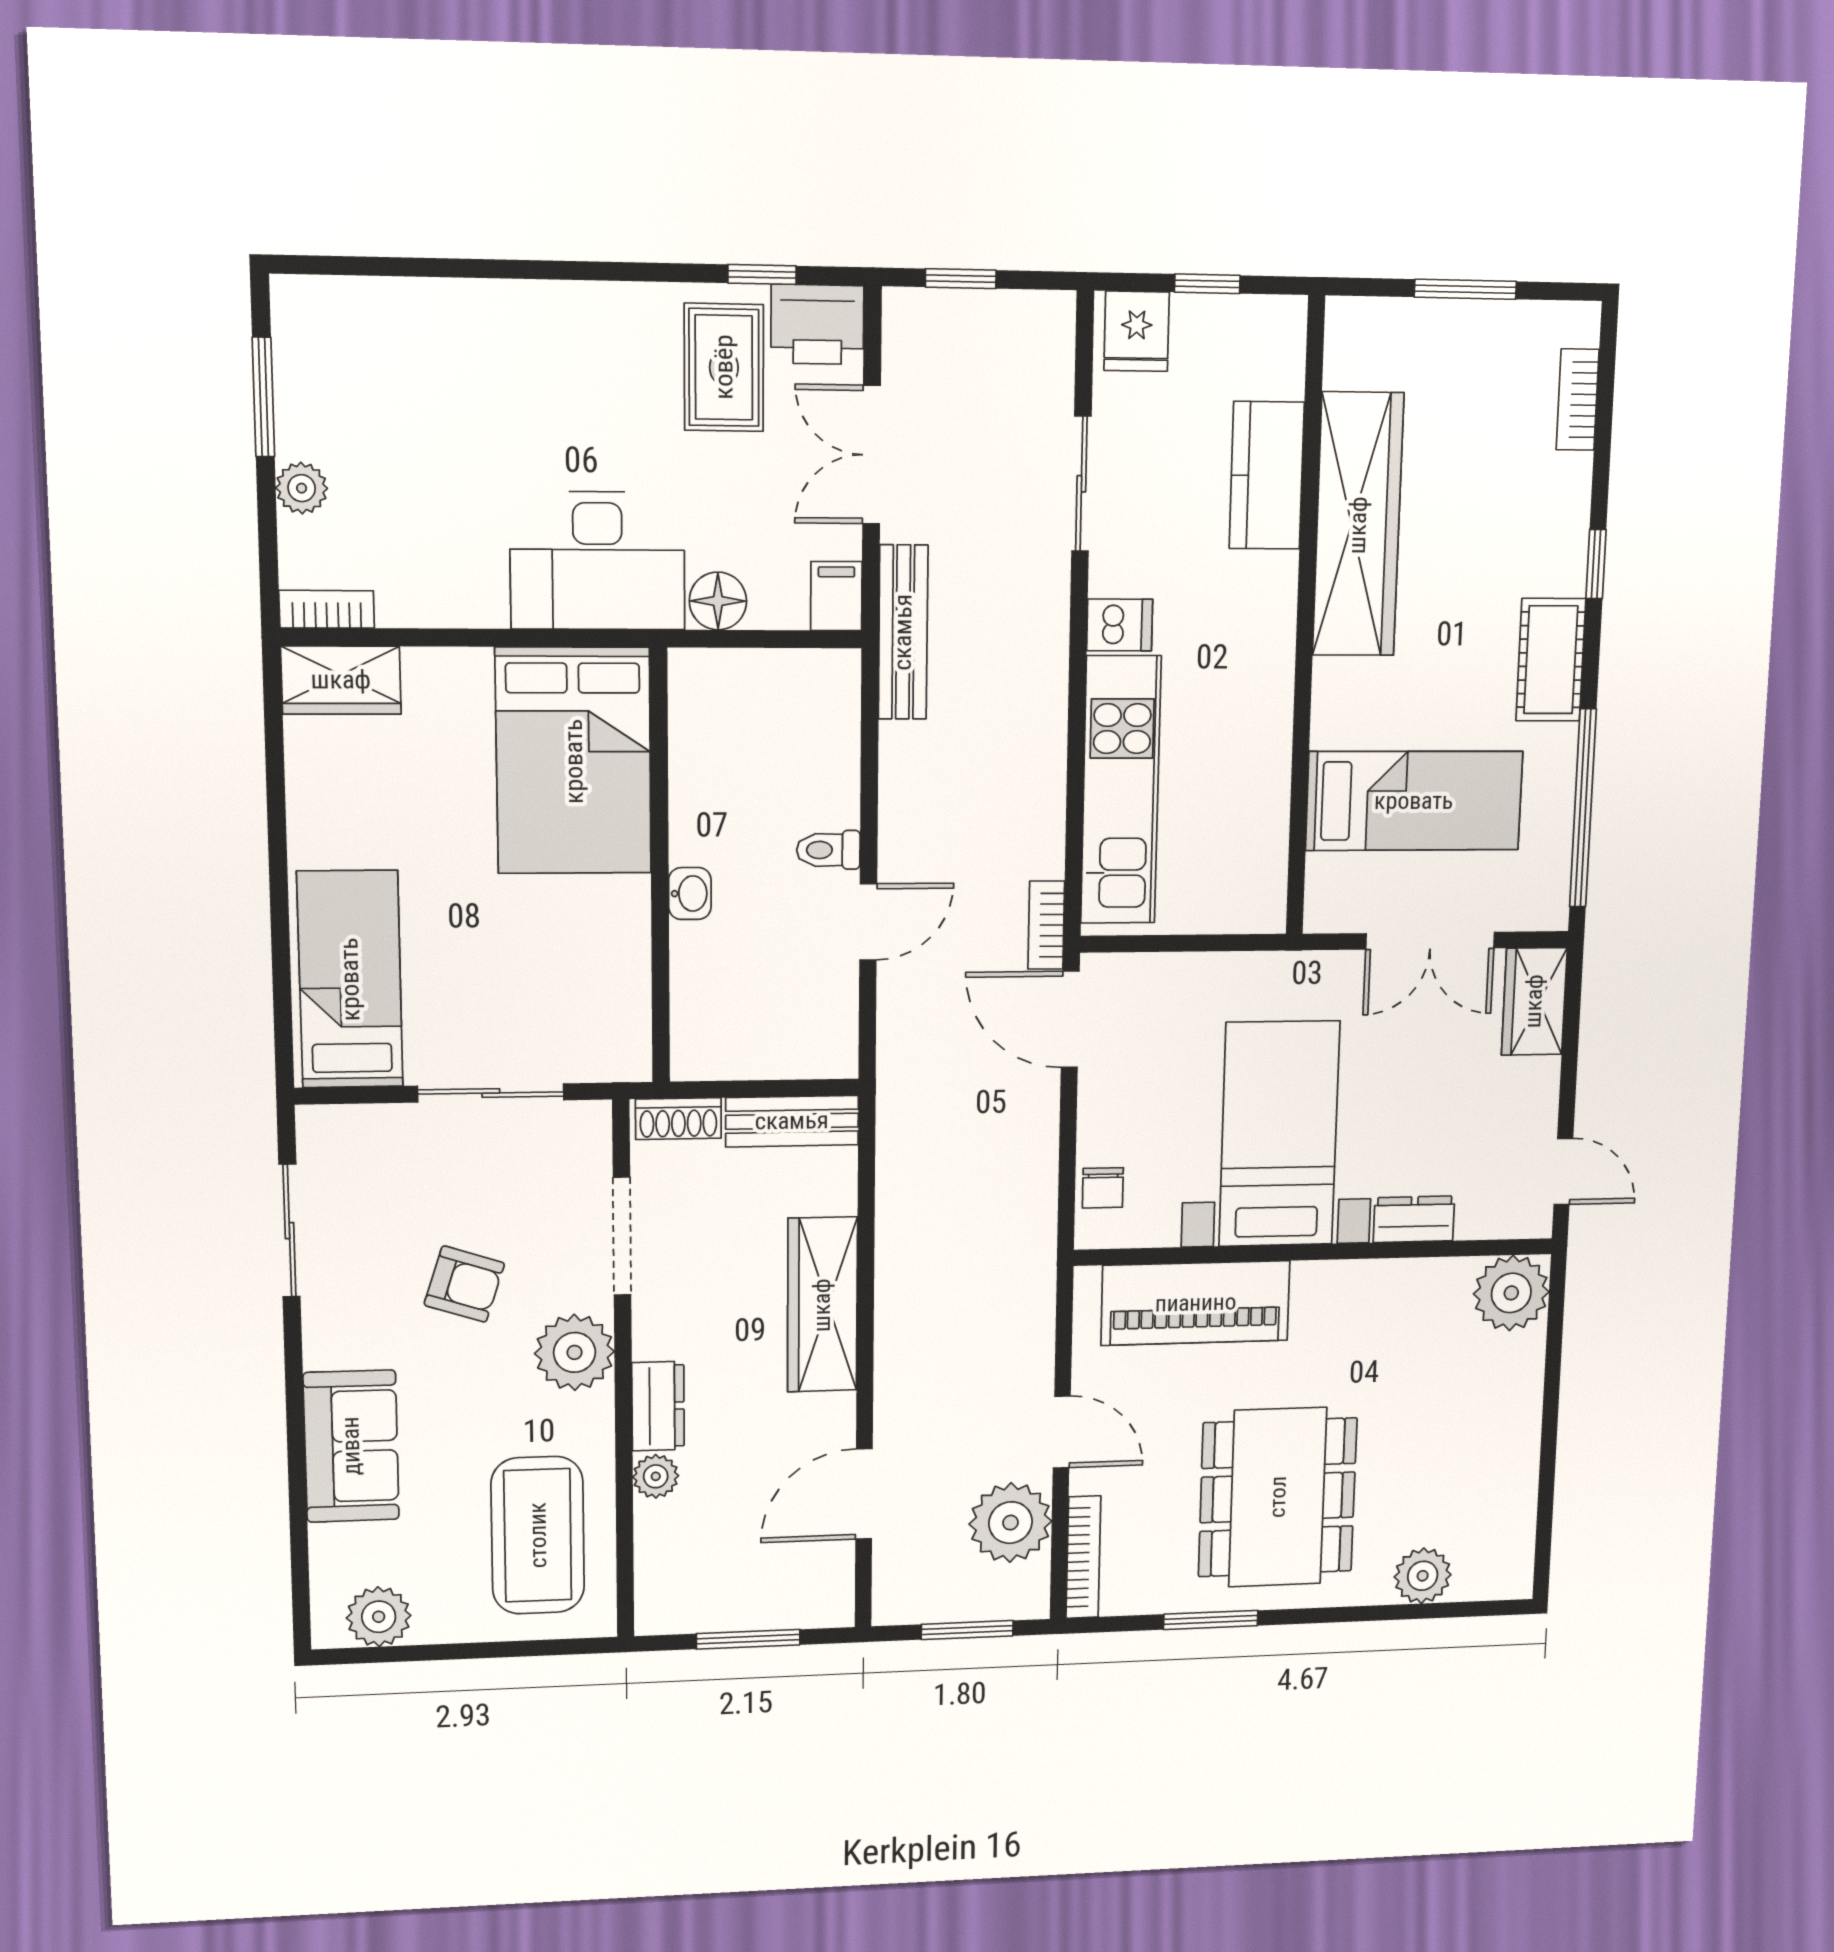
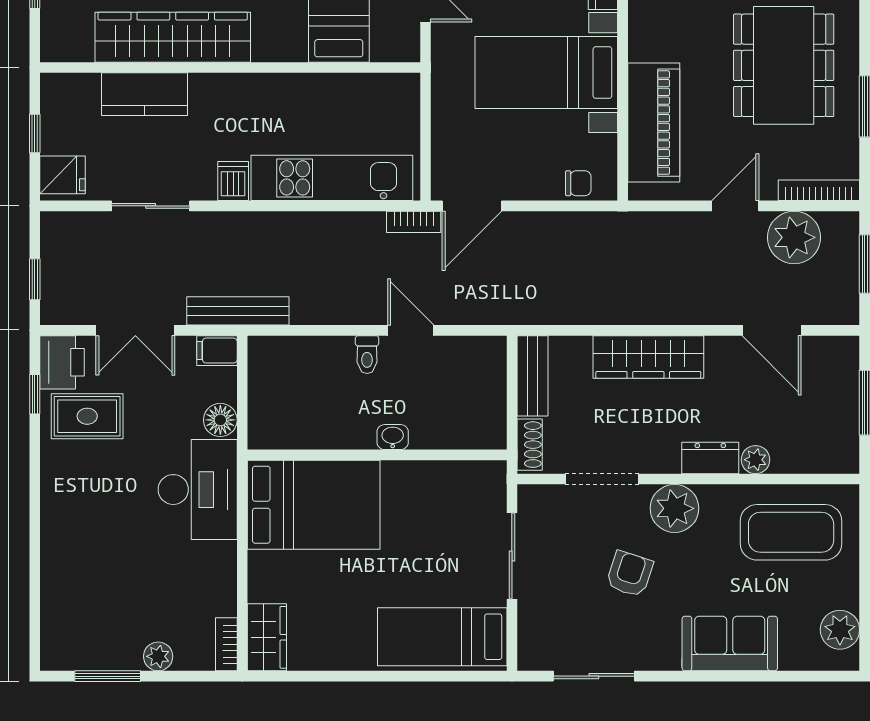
dining table: (1278, 1497) -> (784, 65), turned 90

